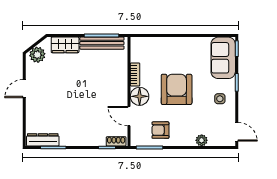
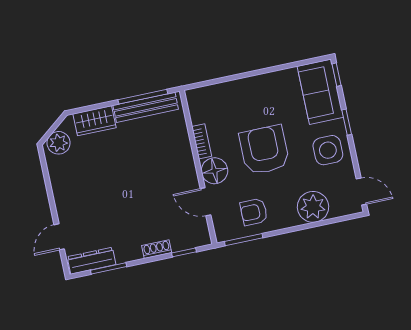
door: (24, 89) -> (59, 237), moved
side table: (220, 99) -> (328, 150), width x1.87, depth x1.87
plant: (202, 140) -> (313, 207), width x1.88, depth x1.88
shoe rack: (116, 141) -> (157, 249), moved

